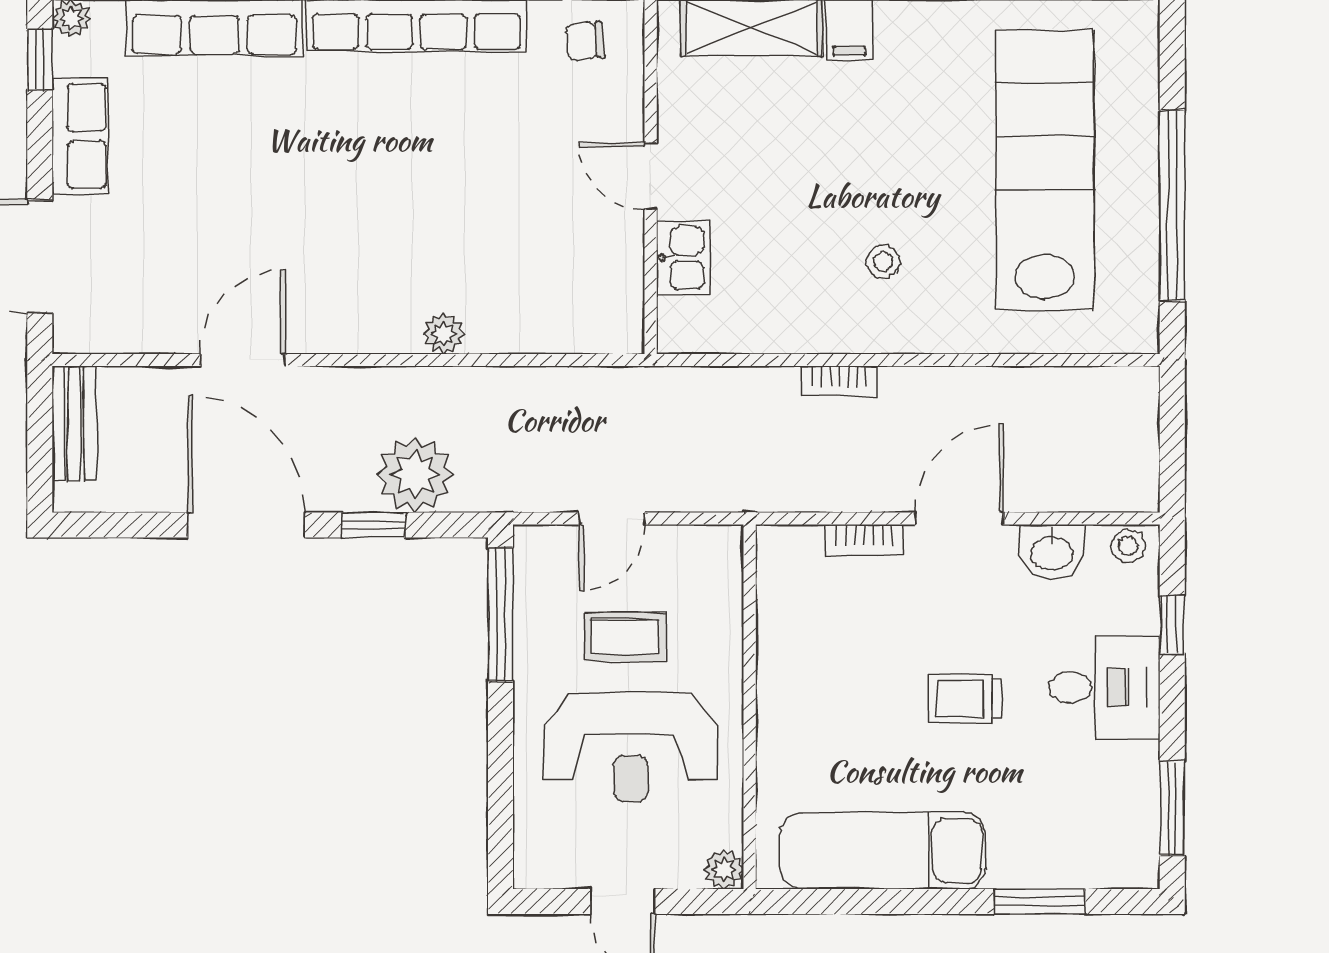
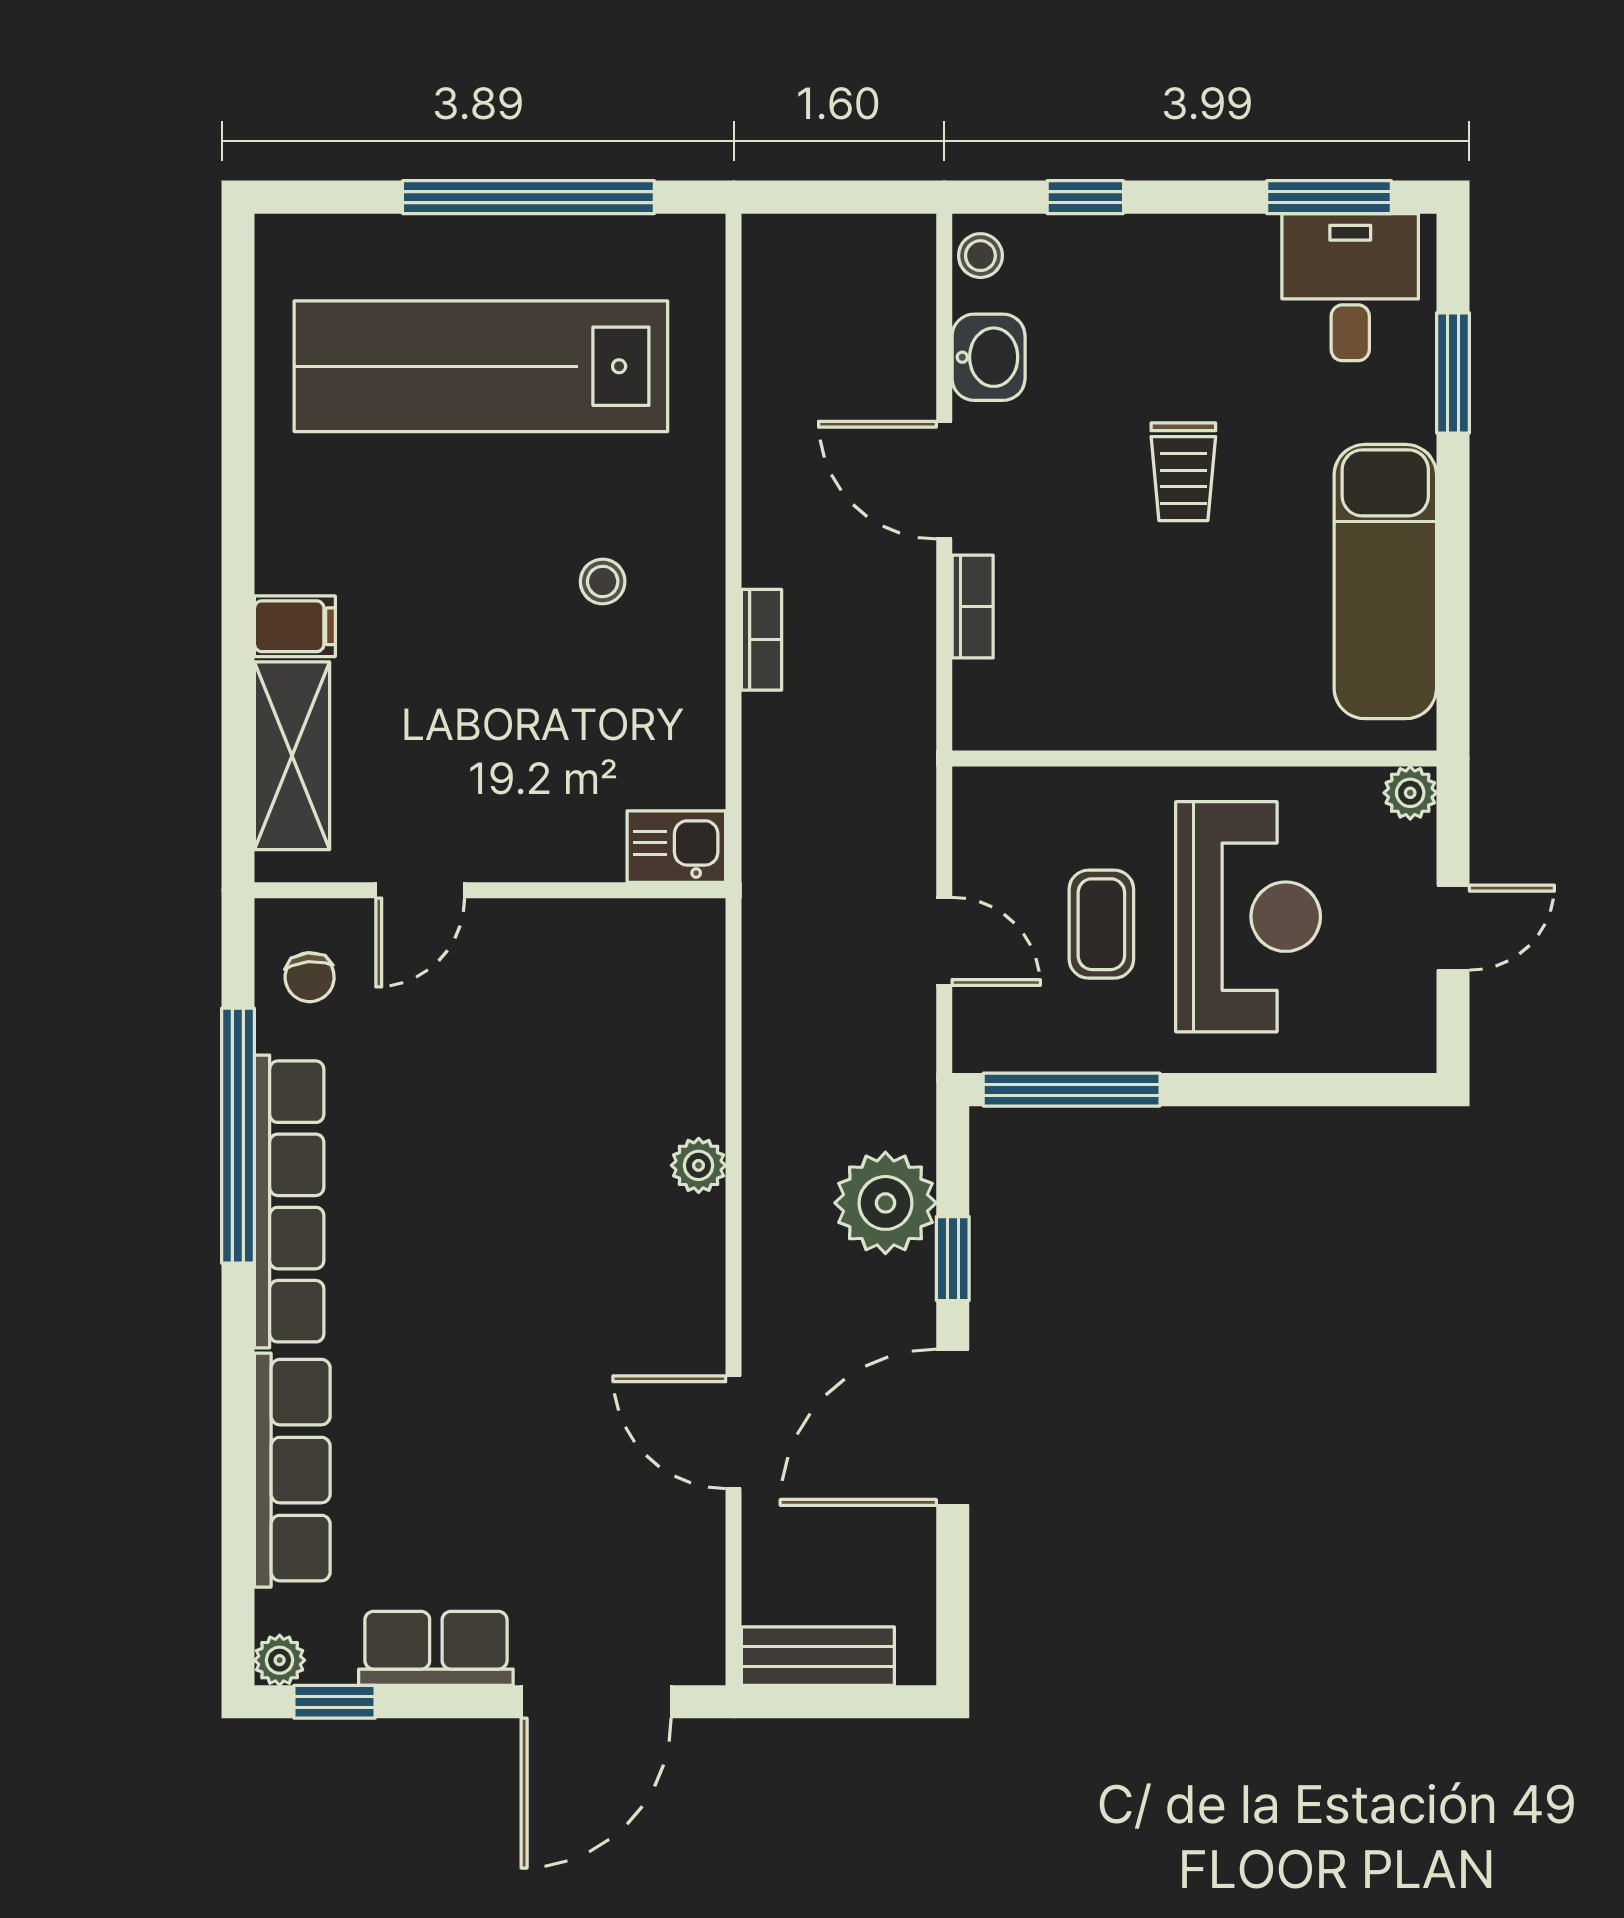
door: (651, 176) -> (420, 890), moved
kitchen sink: (683, 258) -> (676, 847), moved
desk: (1104, 687) -> (1350, 287), moved

